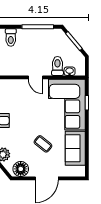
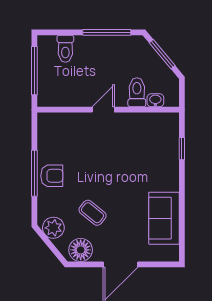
door: (36, 77) -> (103, 110), swing flipped
corner sofa: (67, 105) -> (151, 151), removed
coffee table: (43, 144) -> (93, 213), moved

